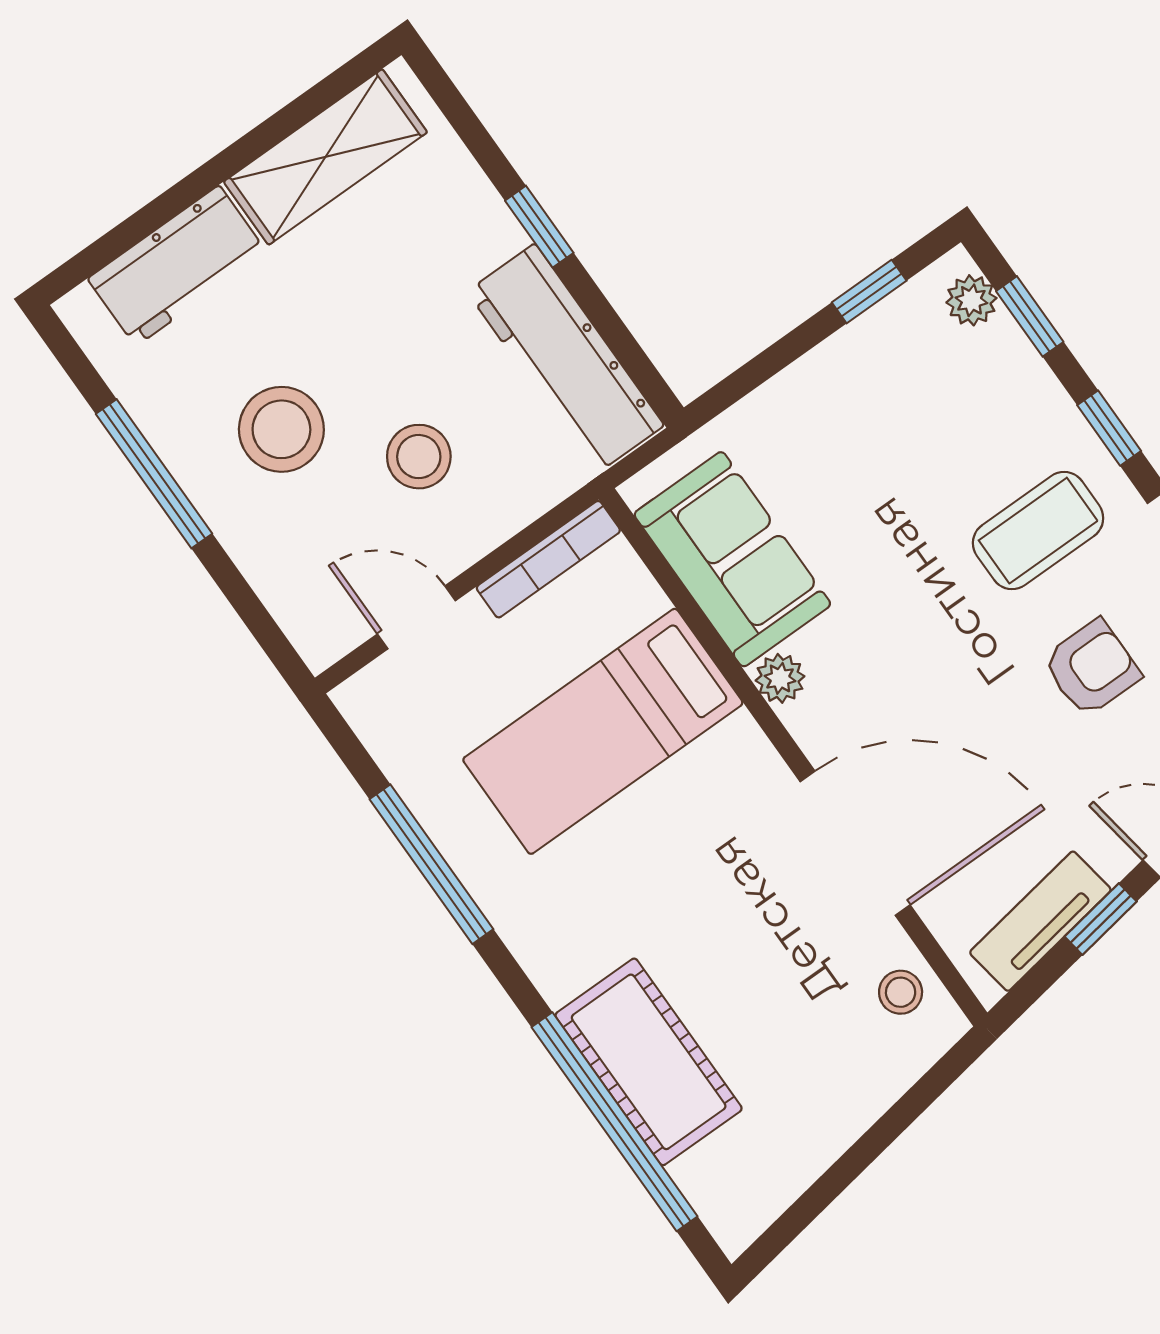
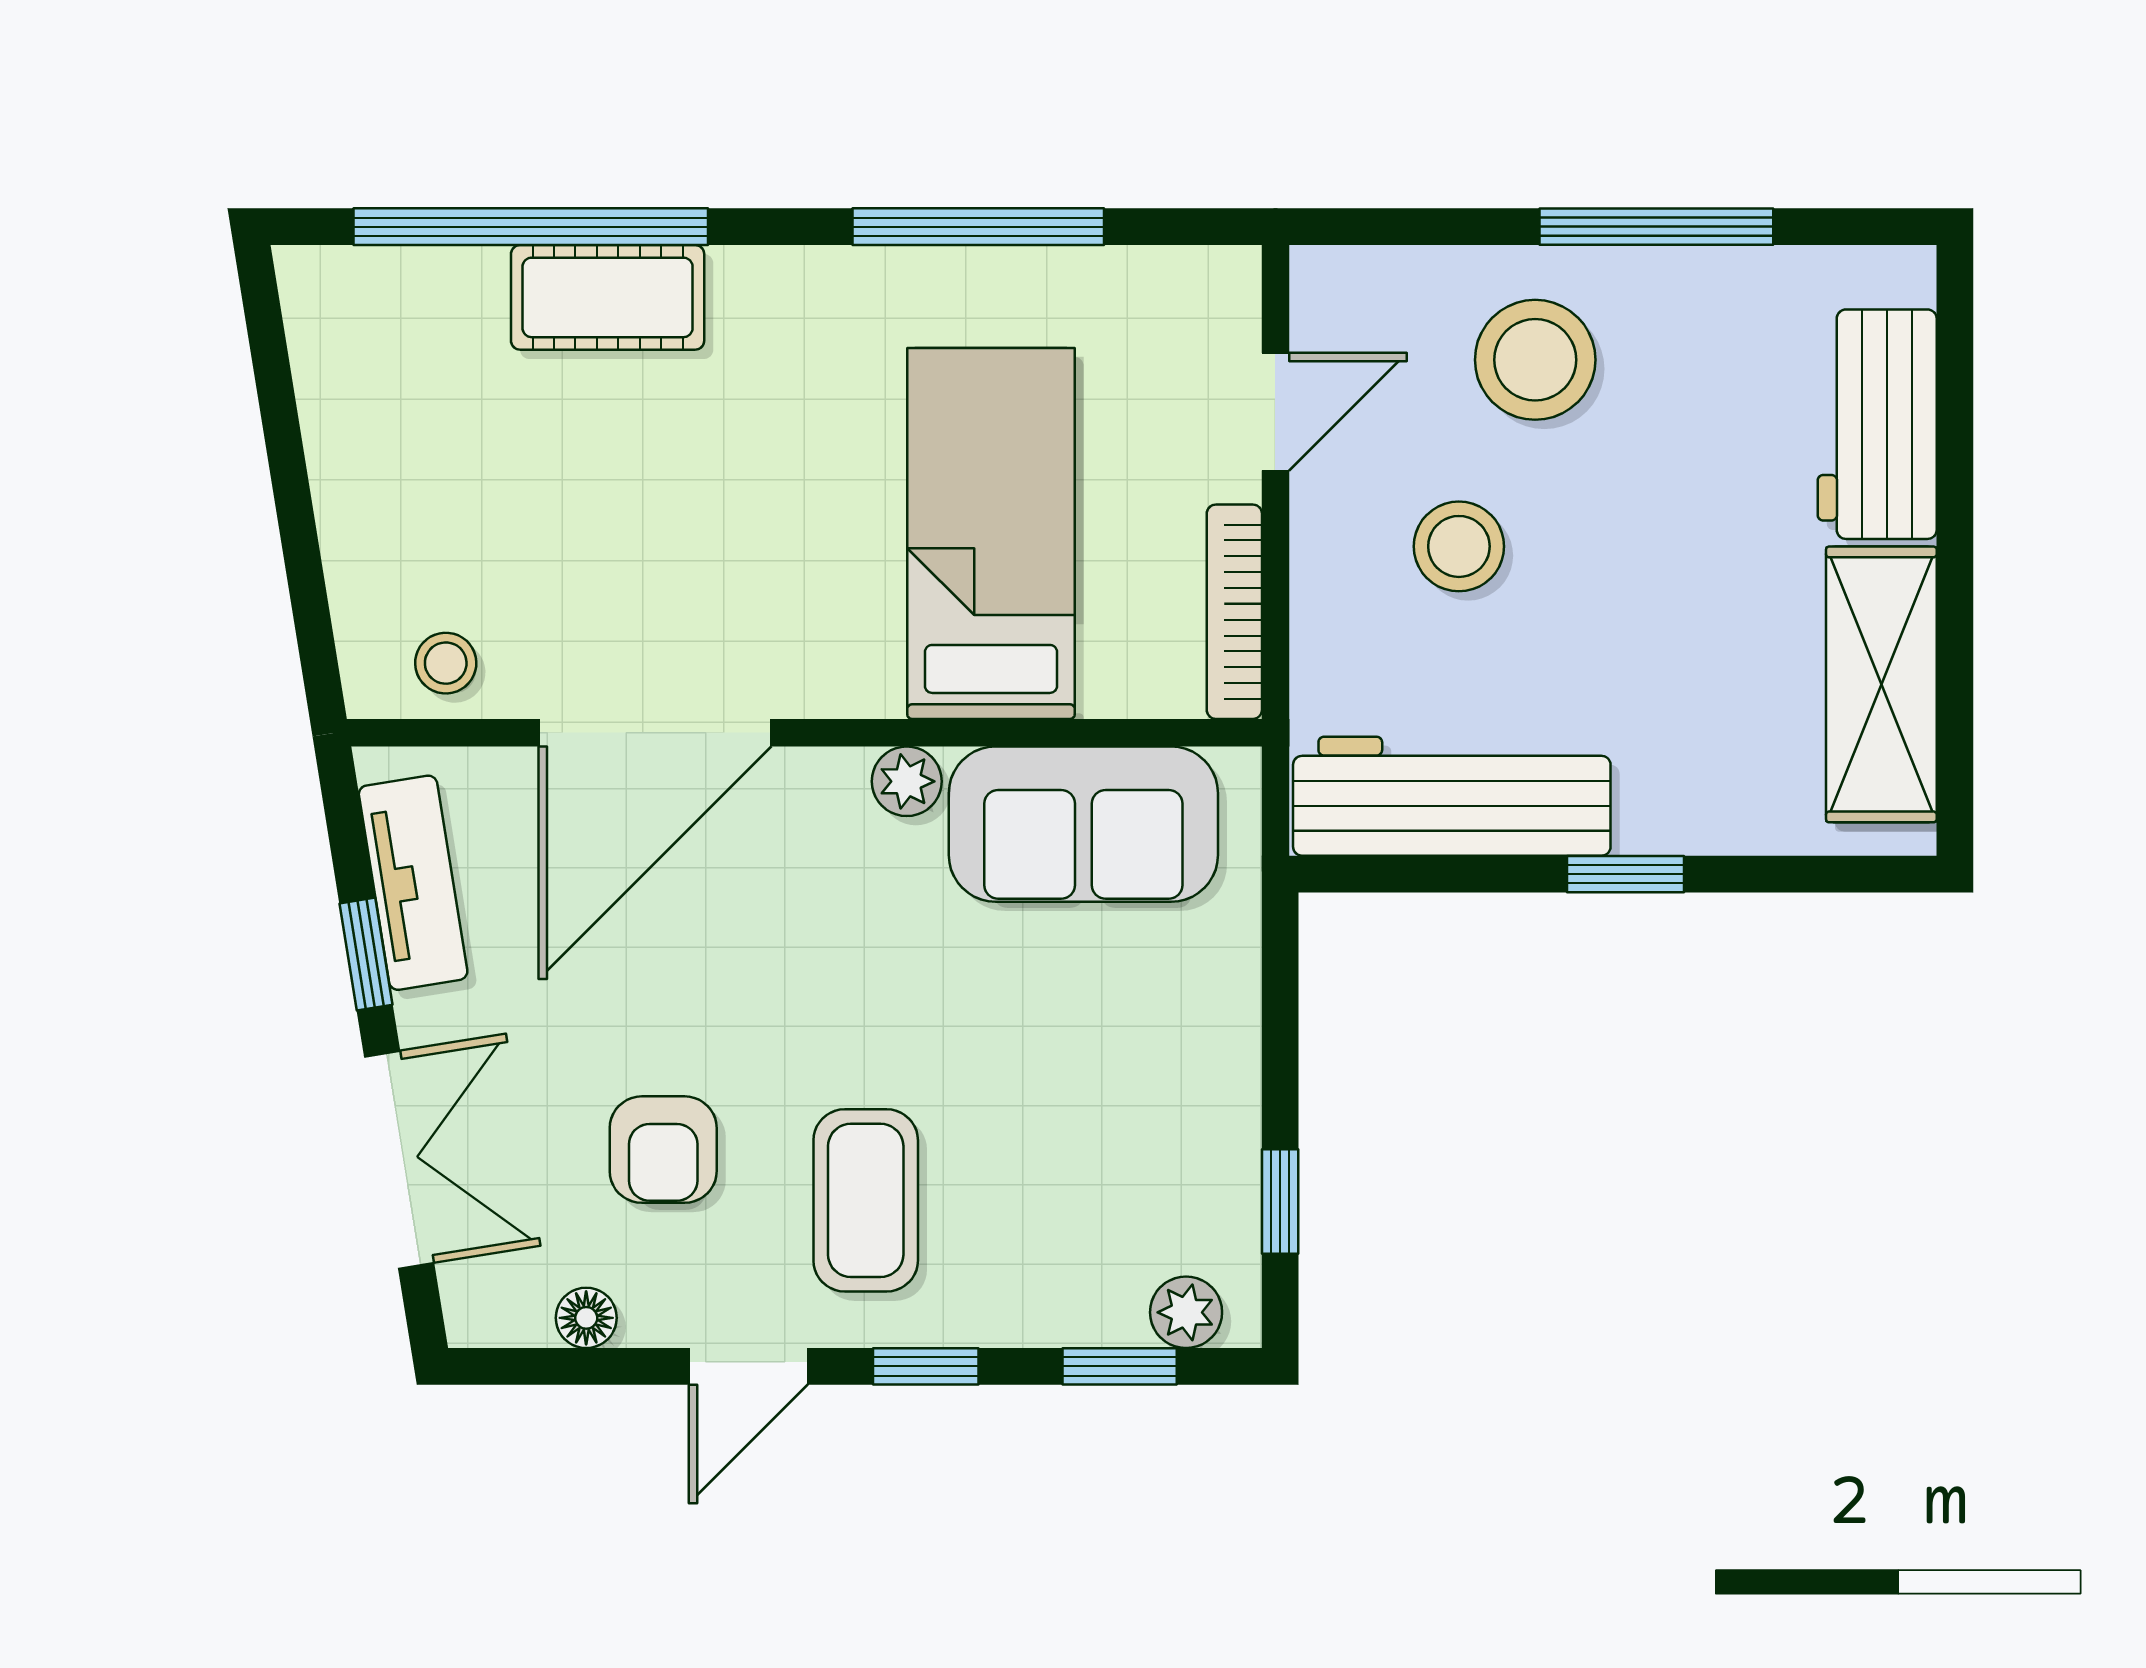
stool: (281, 429) -> (1535, 360), moved
cot: (649, 1062) -> (608, 297), width x0.73, depth x0.75

